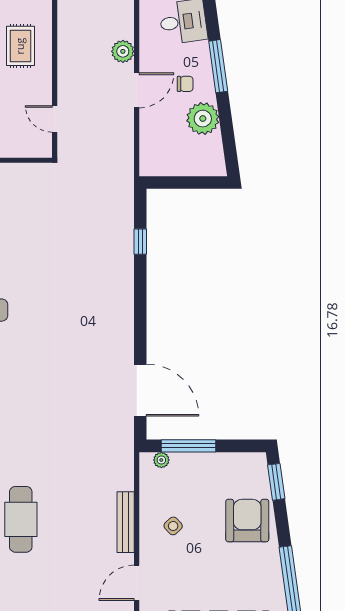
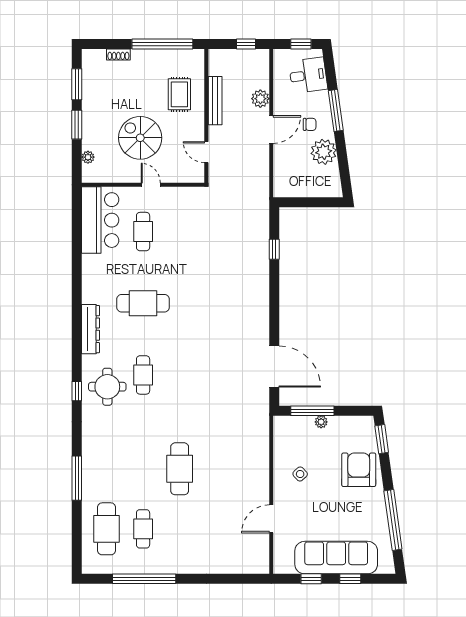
plant: (161, 460) -> (321, 422), moved
bench: (126, 522) -> (215, 101), moved

